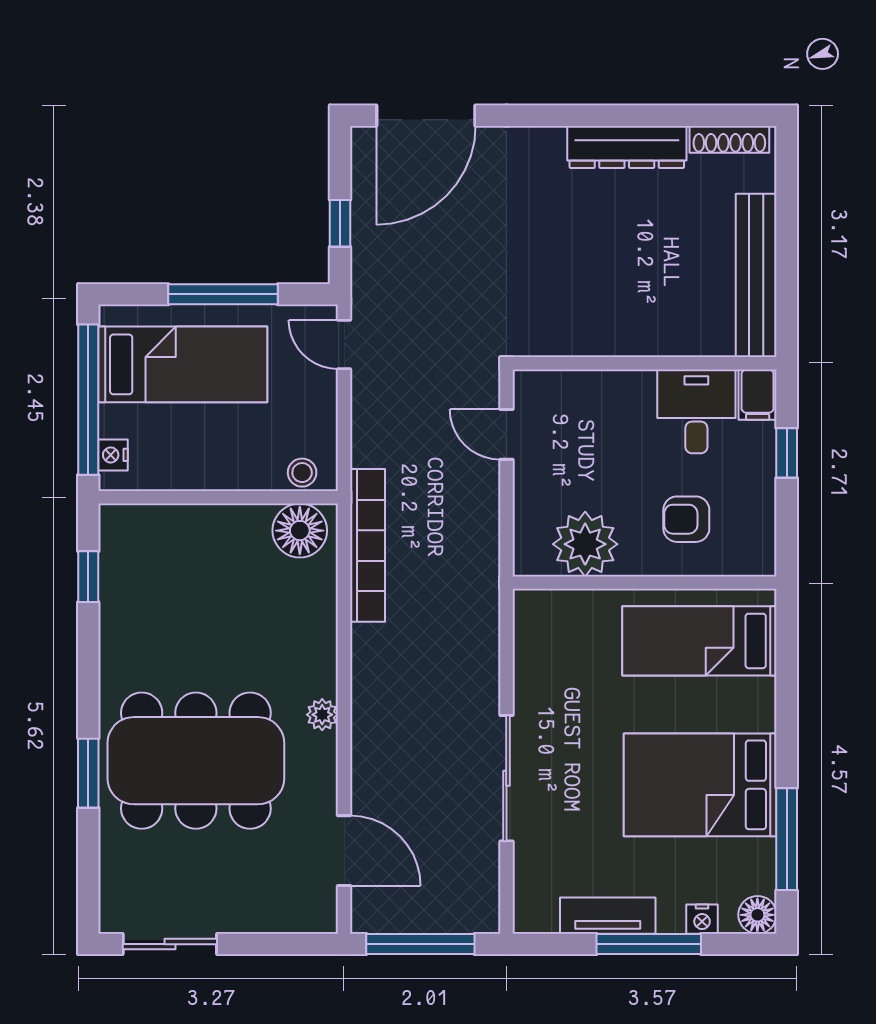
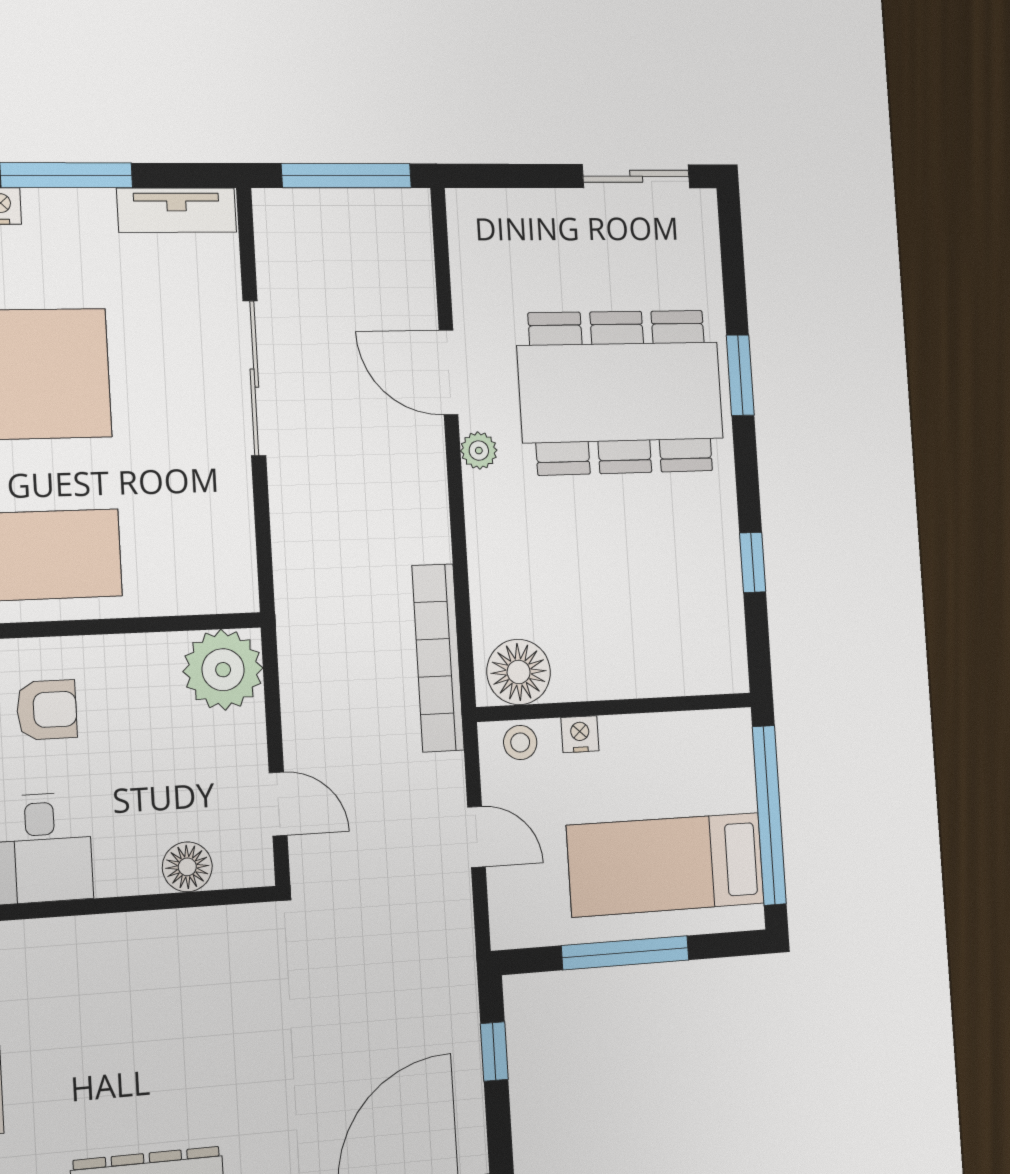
door: (344, 344) -> (477, 837), moved
floor lamp: (582, 389) -> (187, 867), added
nightstand: (113, 455) -> (580, 734), moved, turned -90
plant: (585, 544) -> (223, 670), moved
window: (88, 577) -> (753, 562), moved
door: (344, 851) -> (449, 373), moved
tv unit: (608, 916) -> (177, 210), moved

